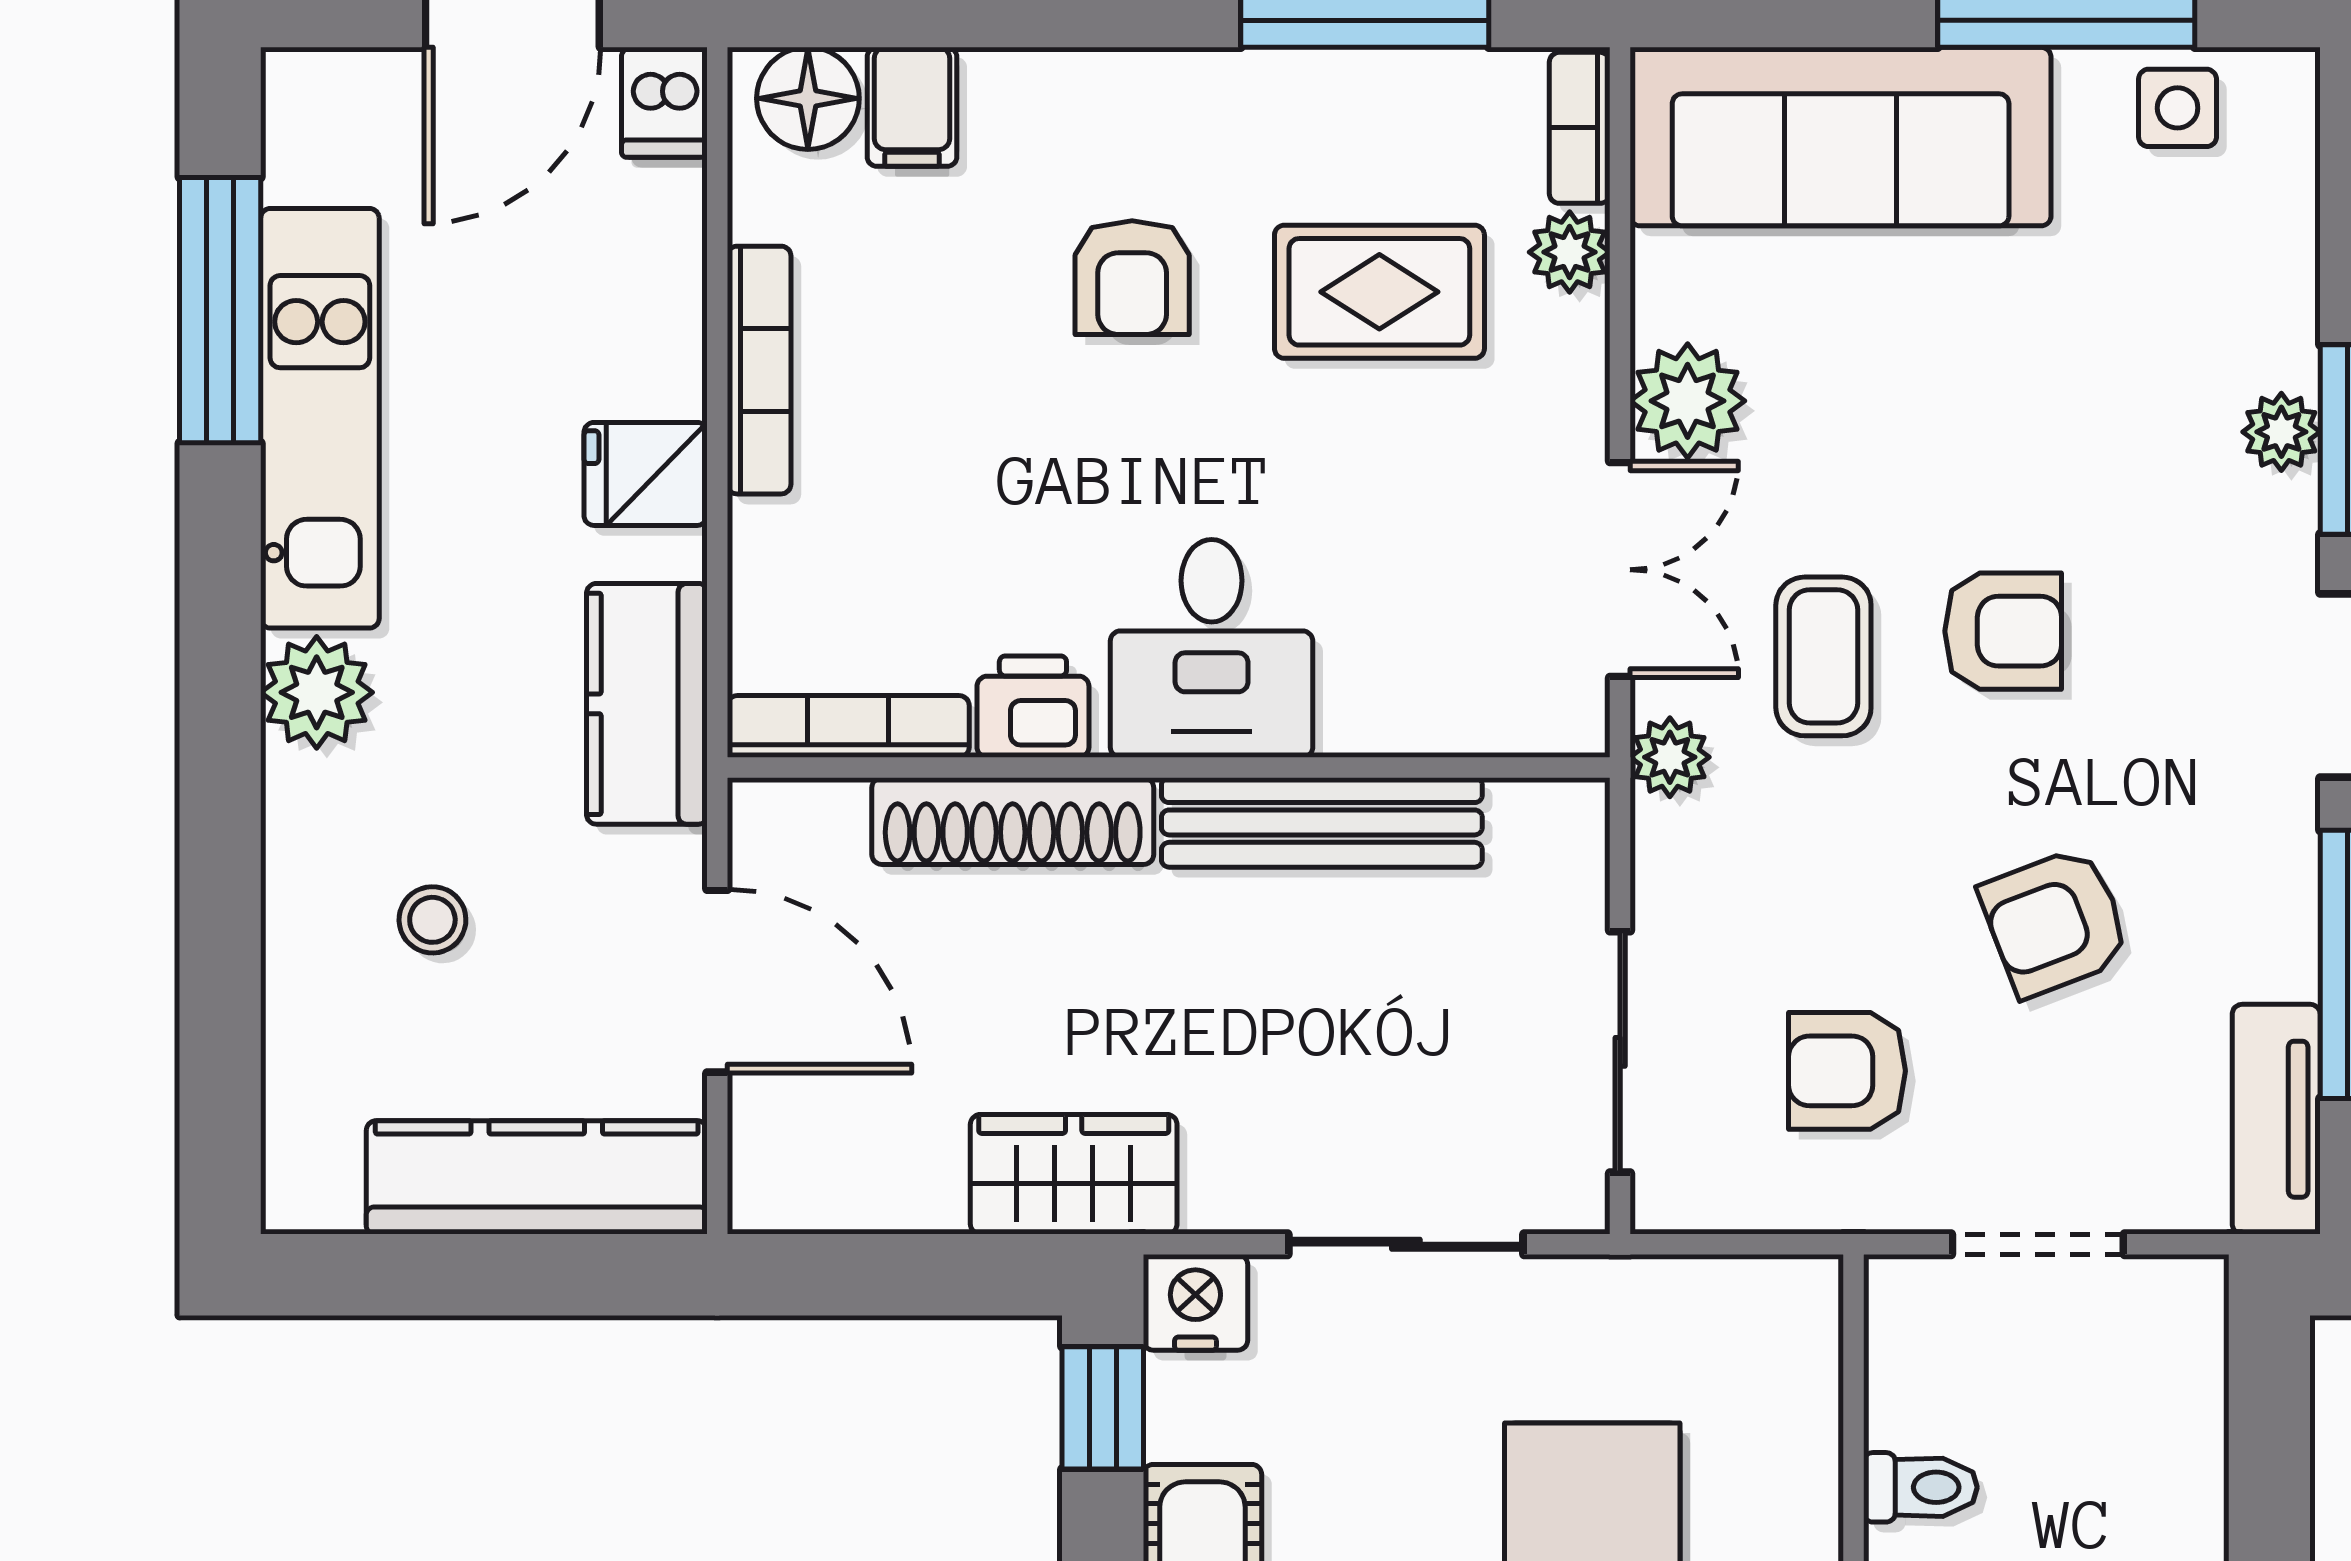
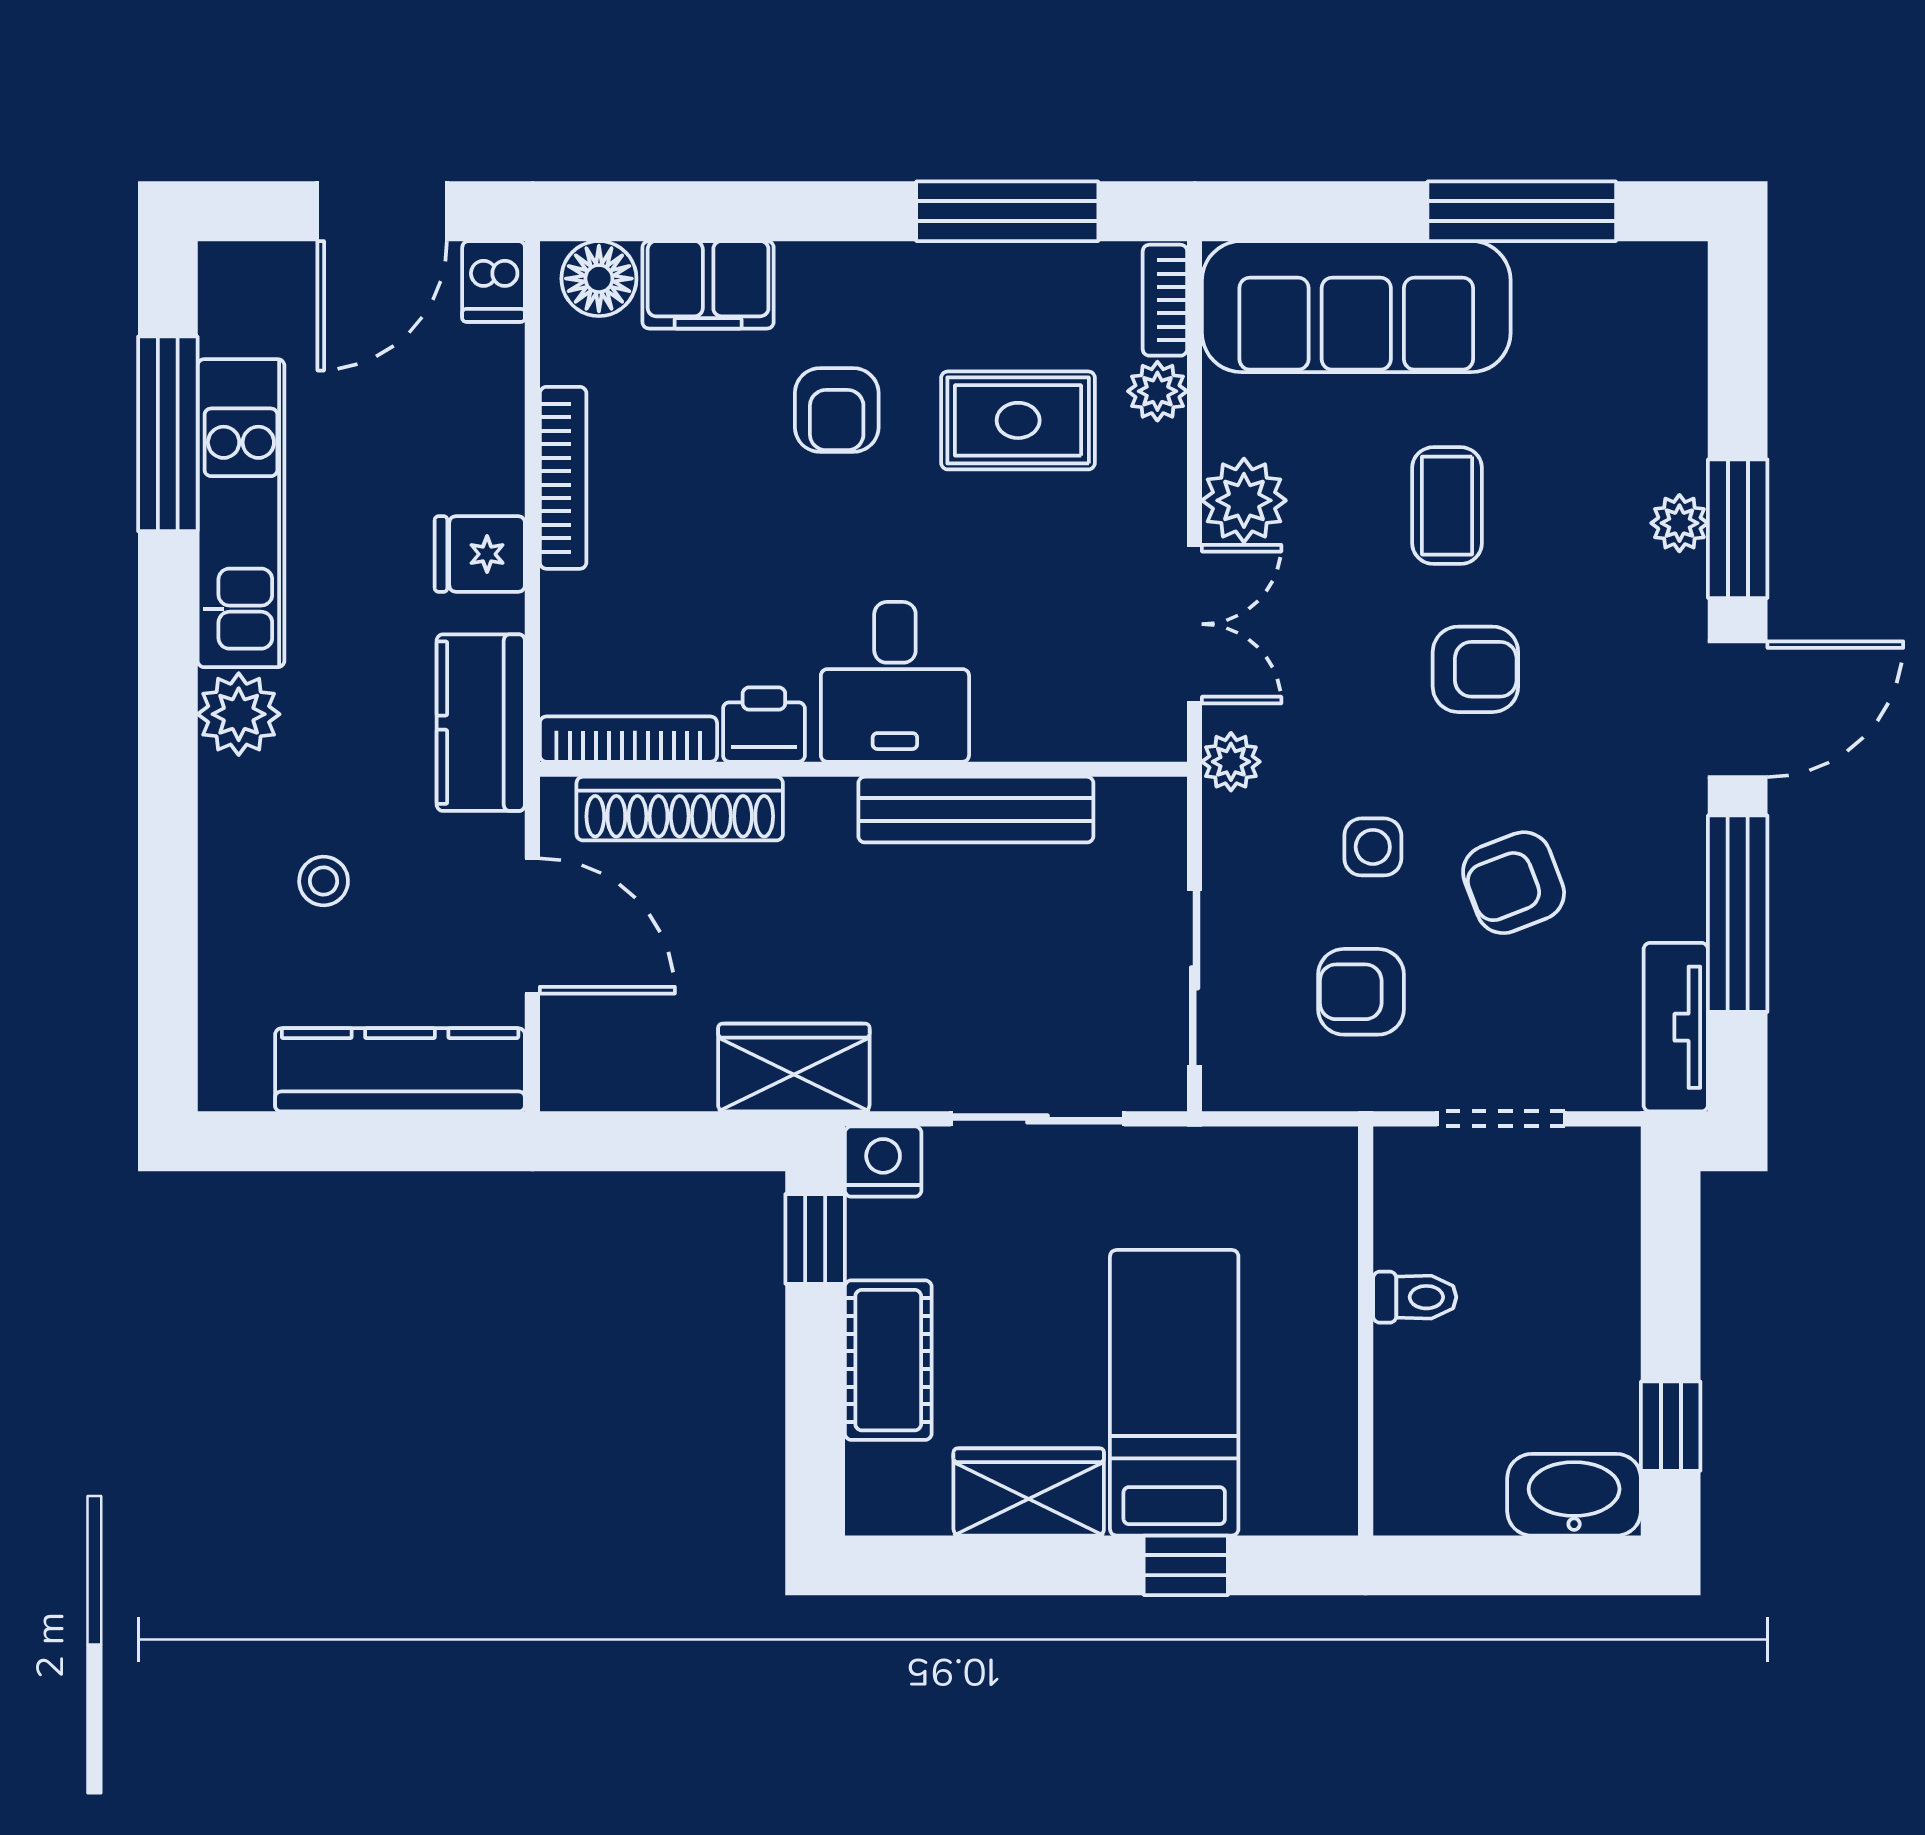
filing cabinet: (912, 107) -> (708, 285), width x2.00
side table: (2178, 108) -> (1373, 847), moved
coffee table: (1823, 656) -> (1447, 506), moved
shoe rack: (1013, 821) -> (680, 809), moved

